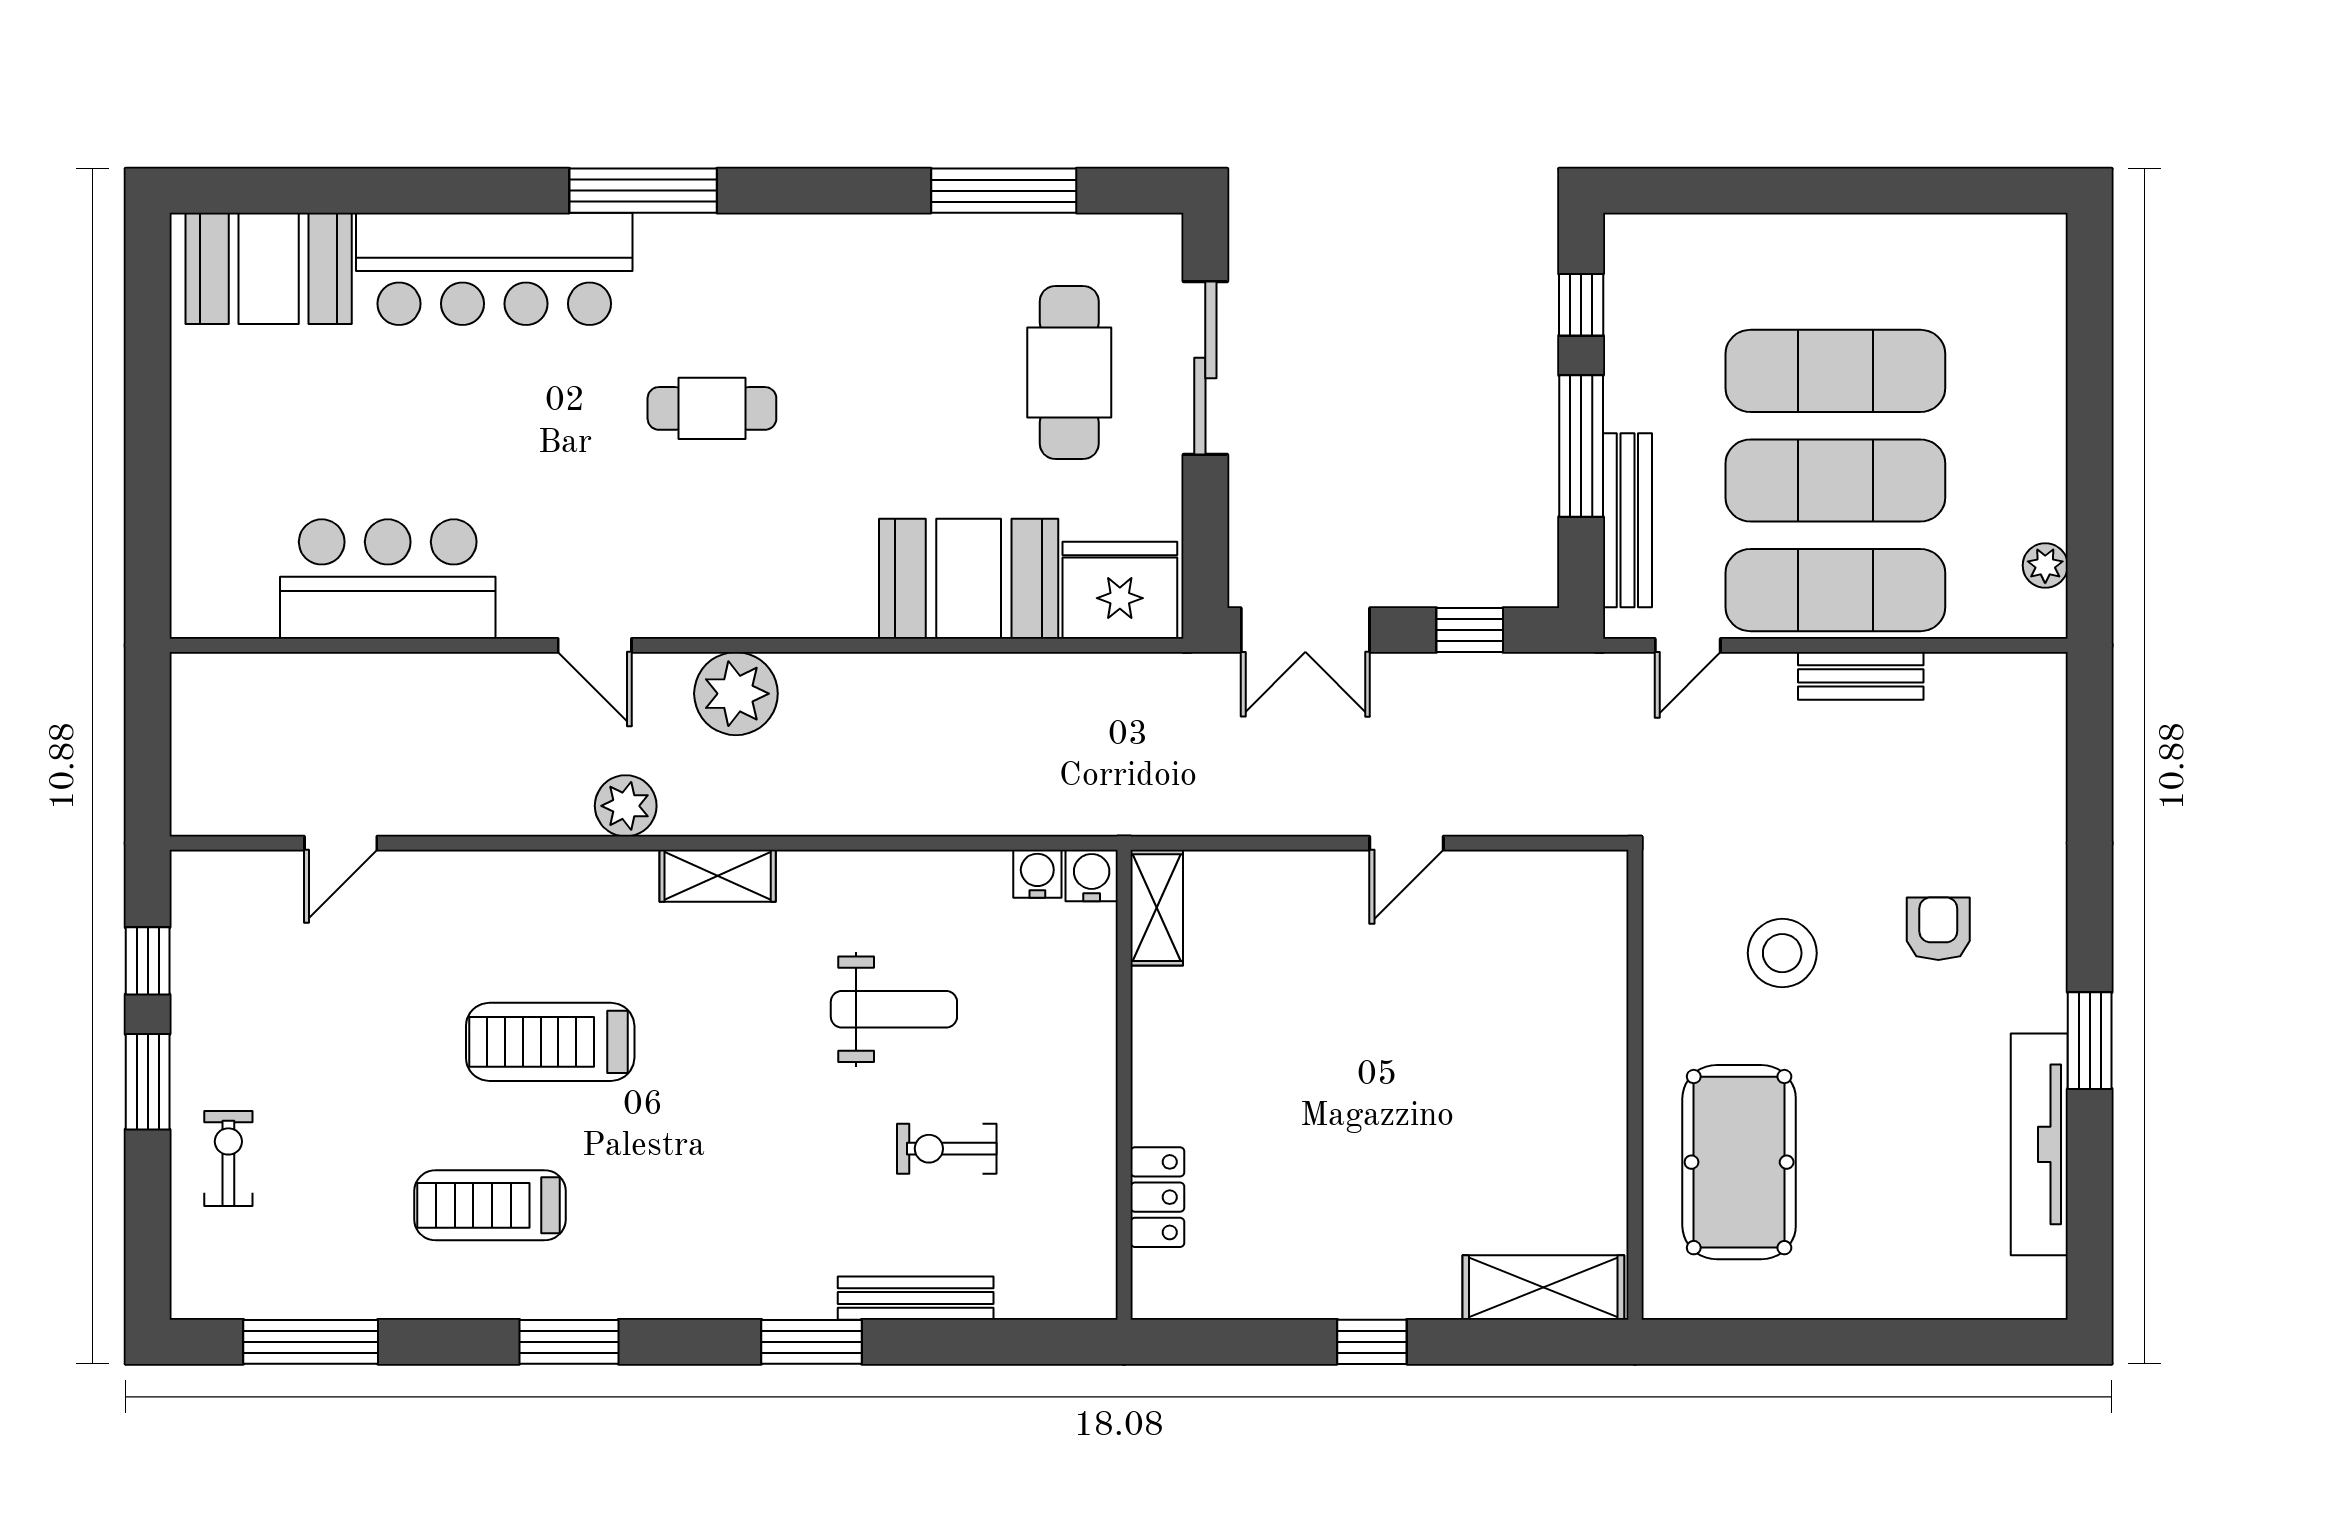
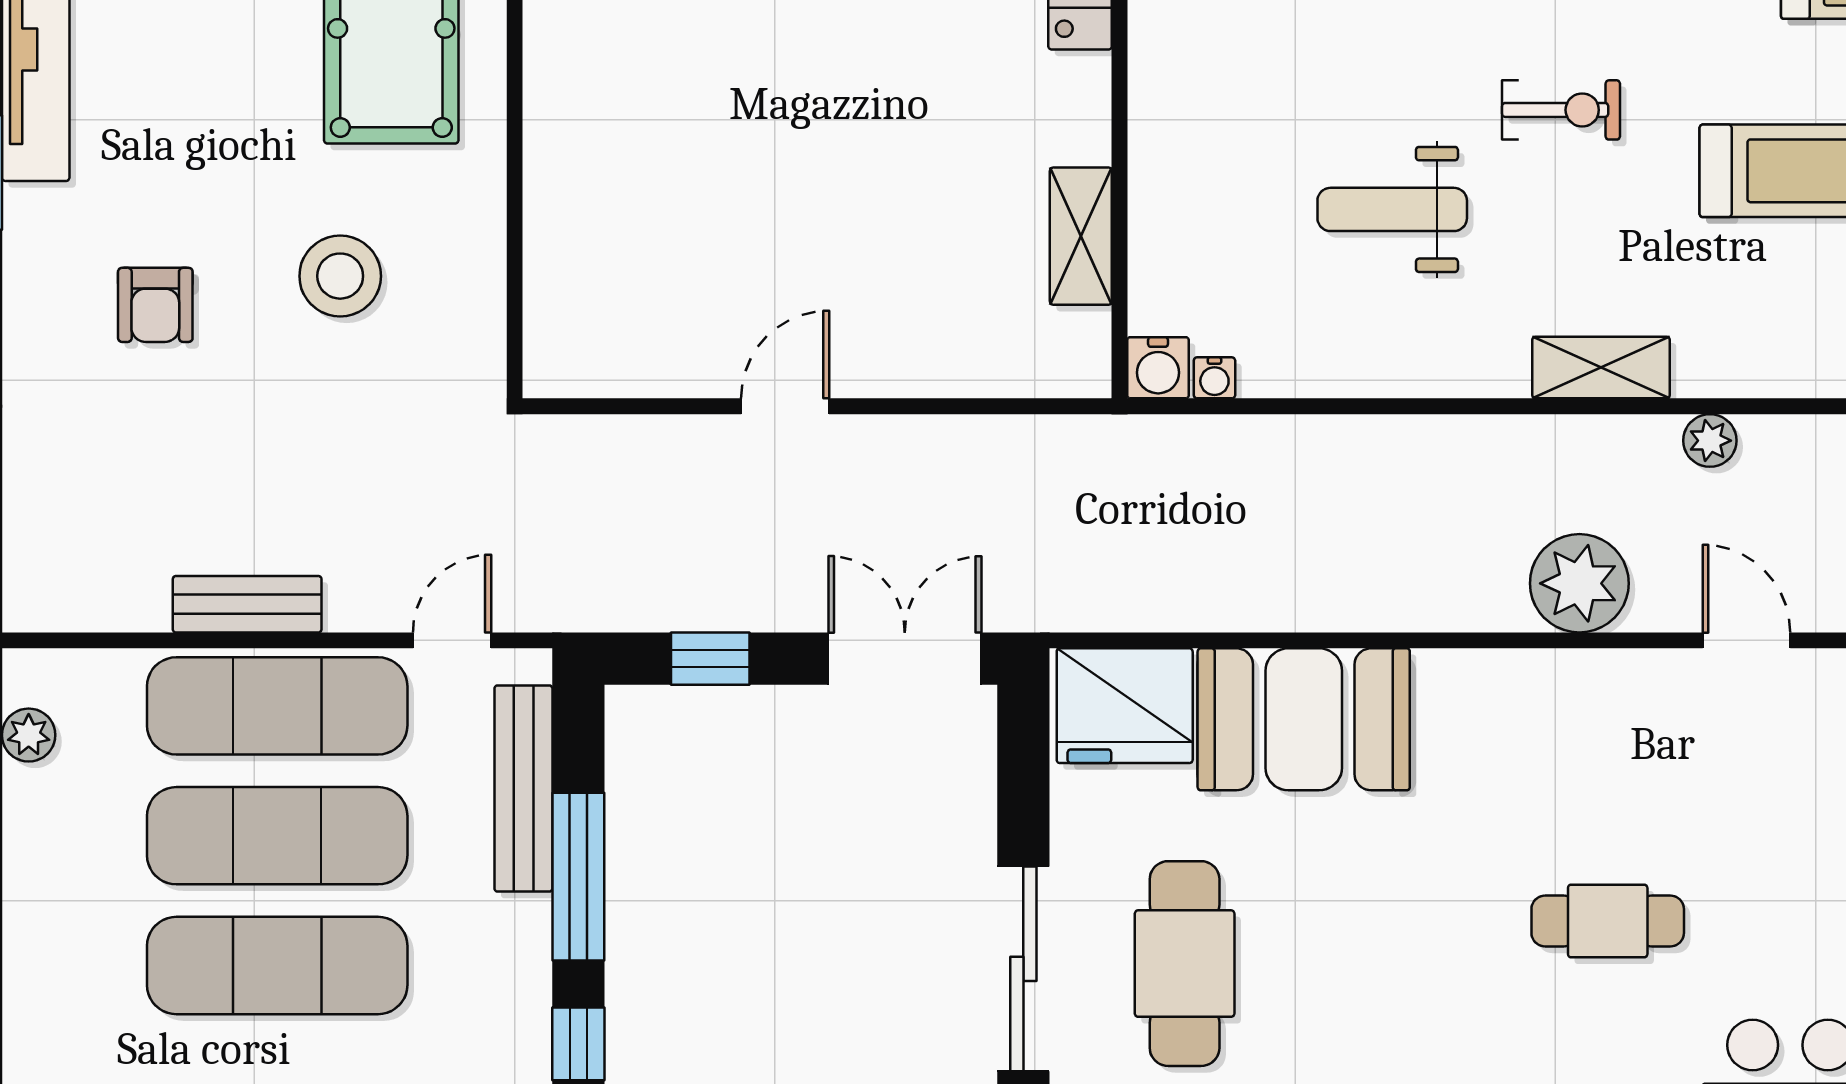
plant: (626, 806) -> (1710, 441), width x0.73, depth x0.73
water cooler: (1037, 874) -> (1214, 378), width x0.72, depth x0.72
shelving: (1157, 908) -> (1081, 236), moved
exercise bike: (947, 1149) -> (1561, 110), moved

